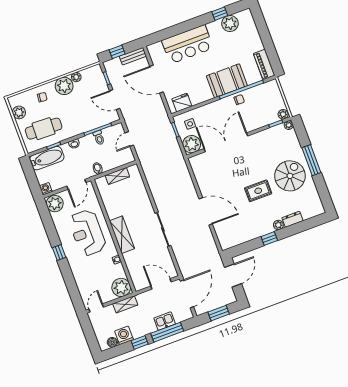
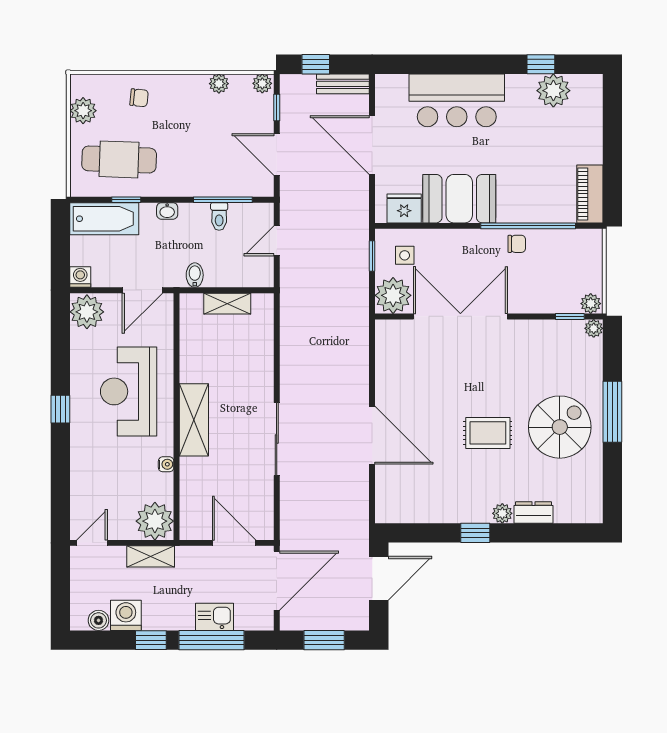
booth: (227, 81) -> (459, 199), moved
plant: (64, 86) -> (262, 83), moved, width x0.53, depth x0.53

